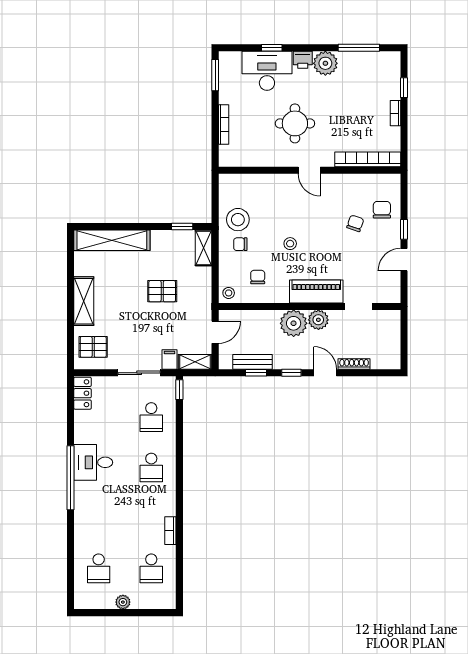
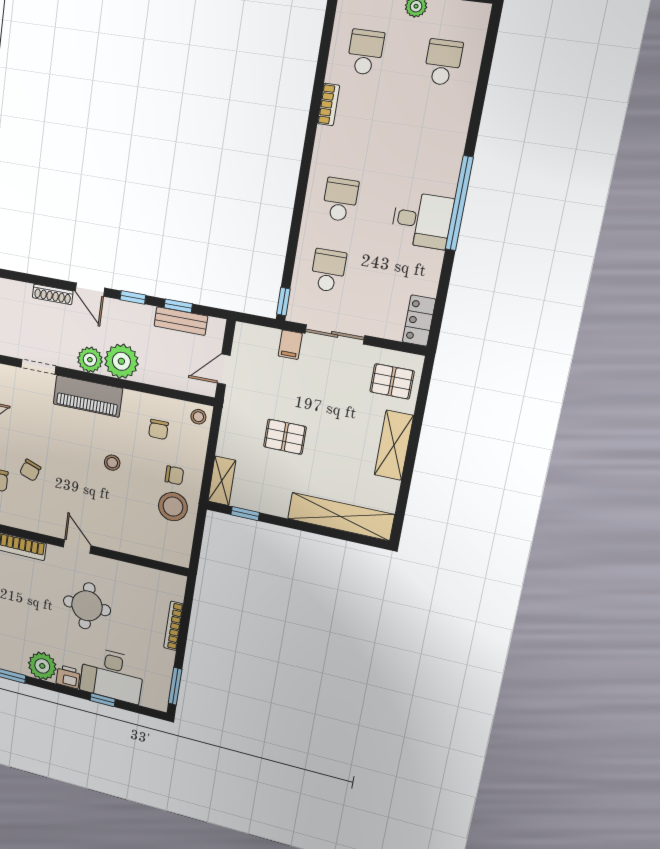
shelving: (195, 362) -> (256, 335), removed

